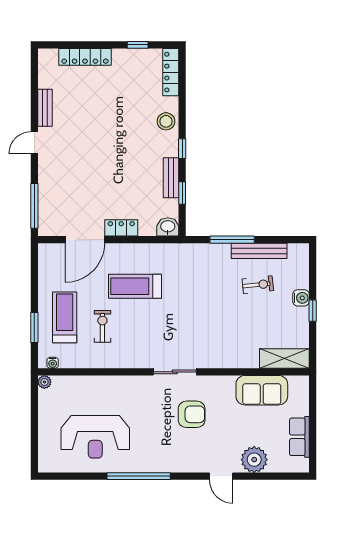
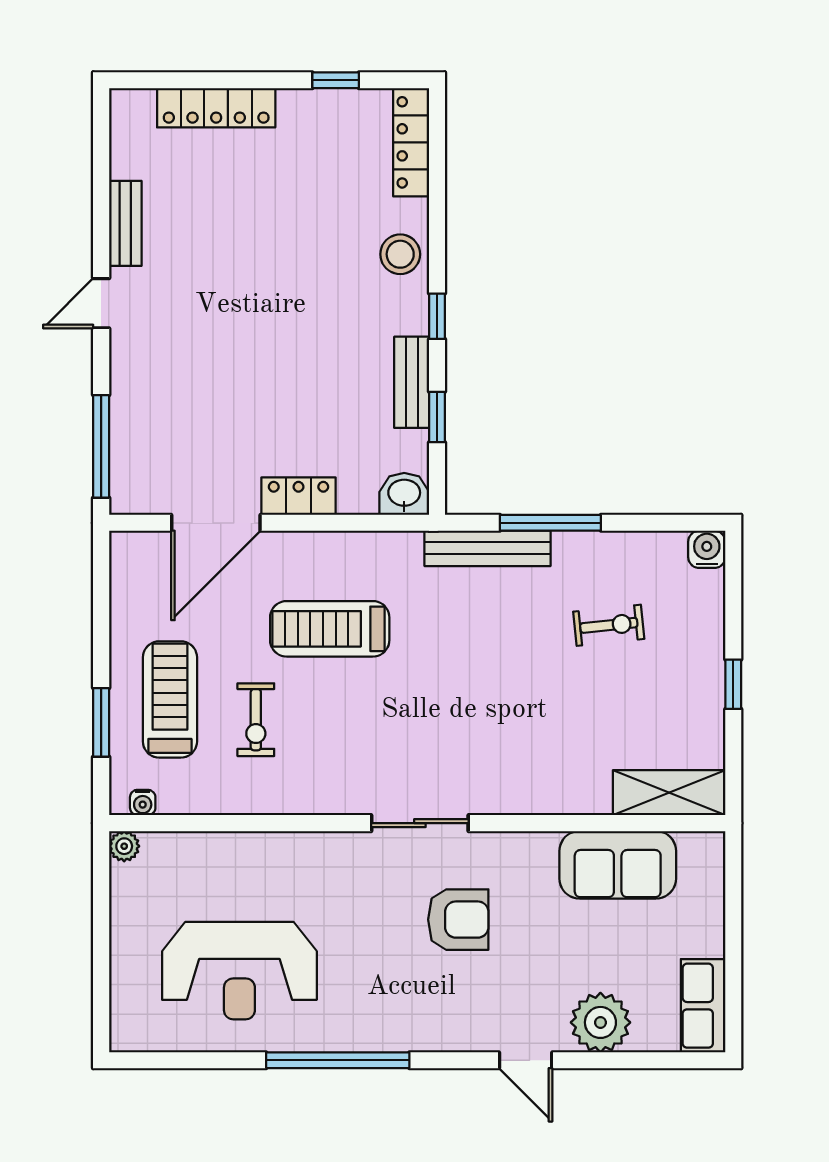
bench: (259, 251) -> (487, 548), moved
water cooler: (301, 298) -> (707, 549), moved, turned -90
exercise bike: (102, 326) -> (256, 720), turned 180
row of seats: (299, 437) -> (703, 1006), moved

